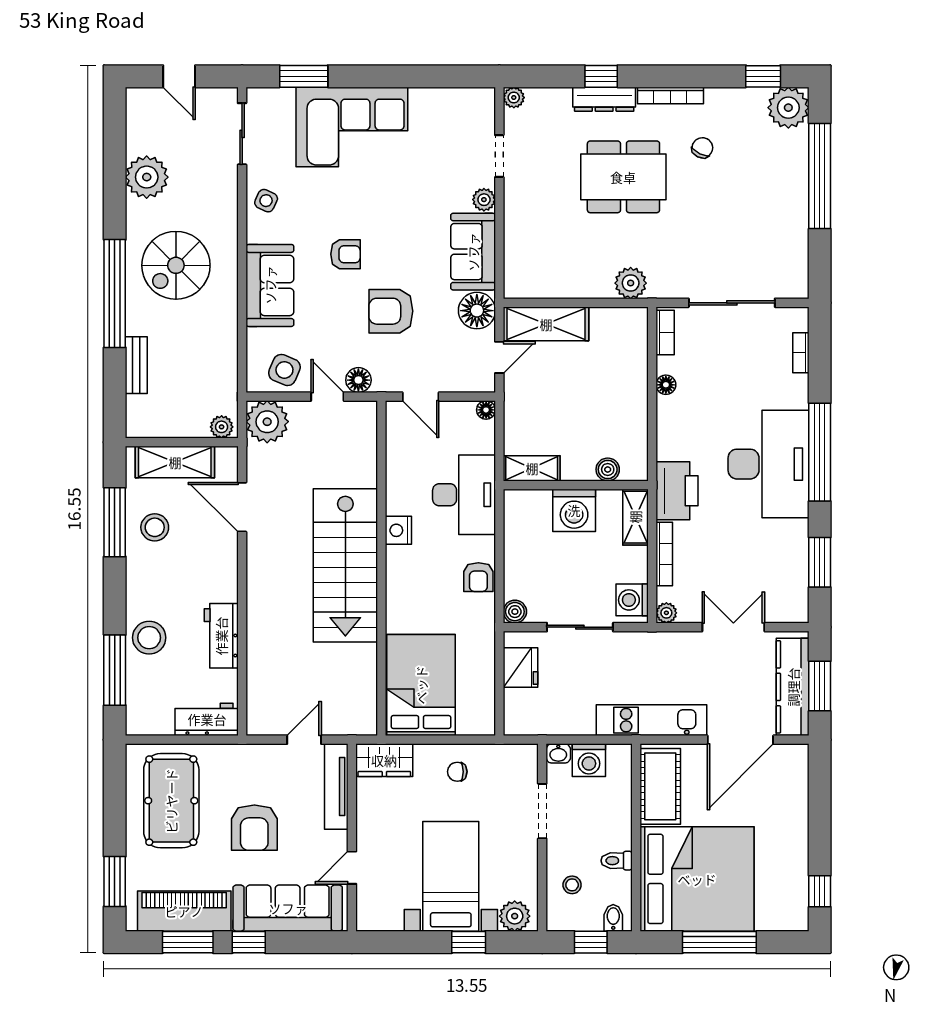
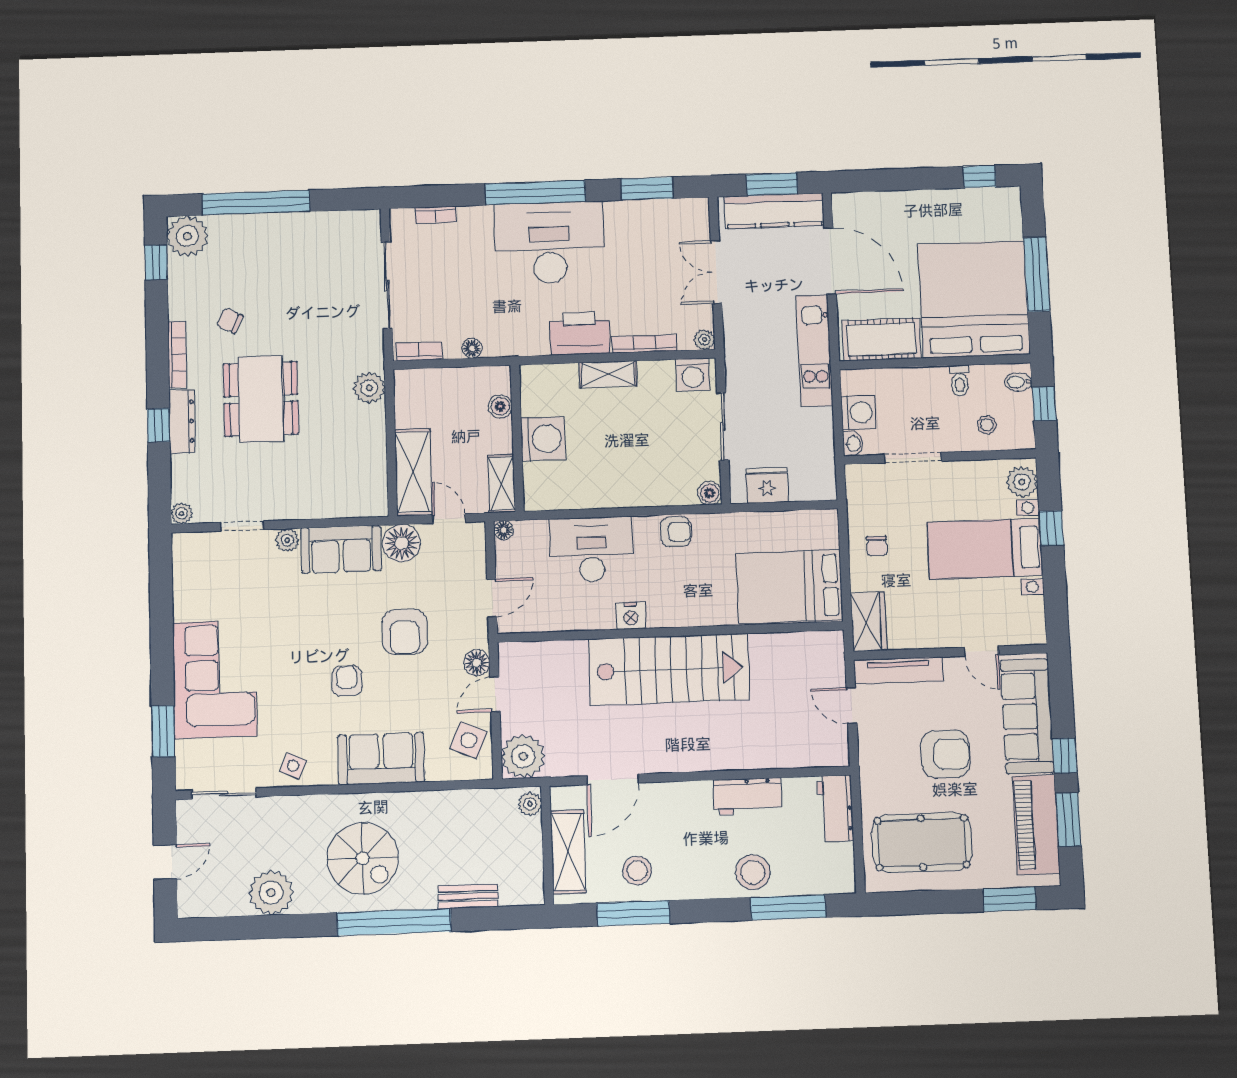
shelving: (532, 468) -> (501, 484), moved
boiler: (608, 469) -> (500, 406), moved
wall: (576, 485) -> (517, 438), moved
washing machine: (574, 510) -> (543, 439), moved

